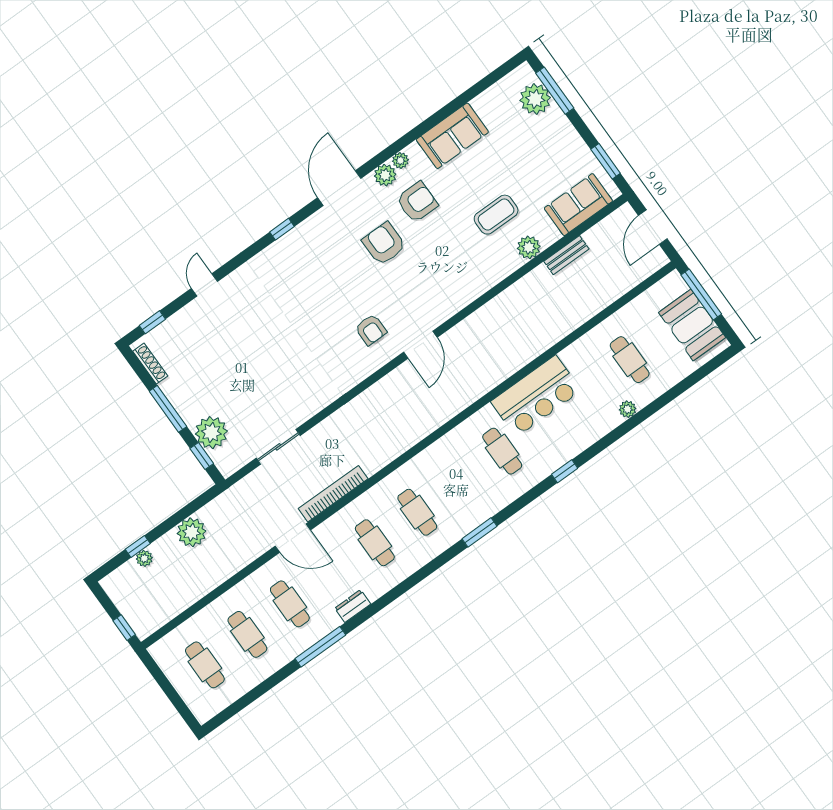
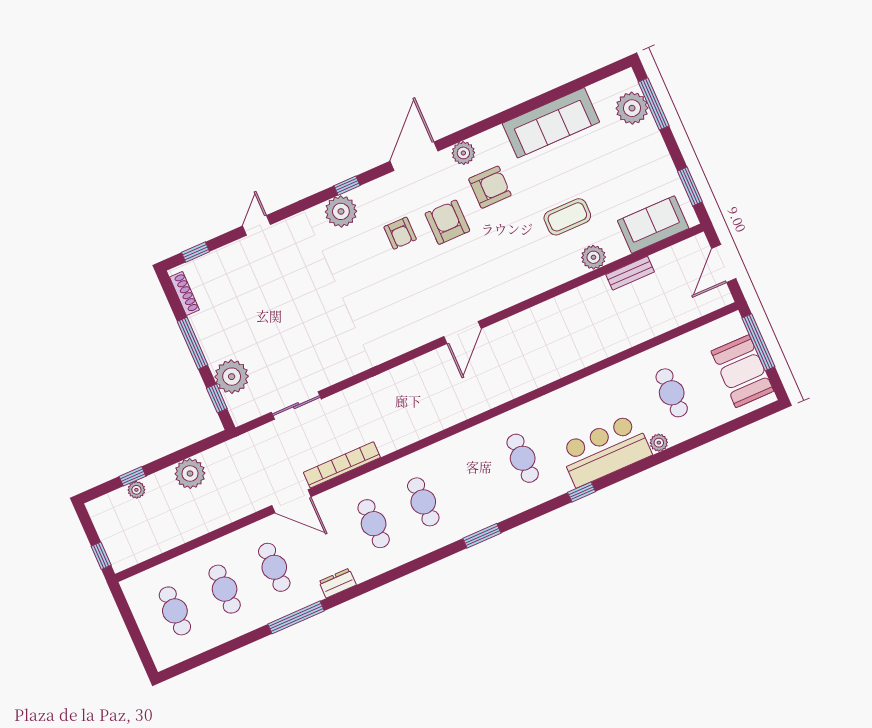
sofa: (452, 136) -> (551, 123), width x1.36
plant: (400, 160) -> (341, 211), moved, width x1.87, depth x1.87
armchair: (371, 330) -> (400, 233), moved
bar counter: (536, 396) -> (605, 451), moved, turned 180

